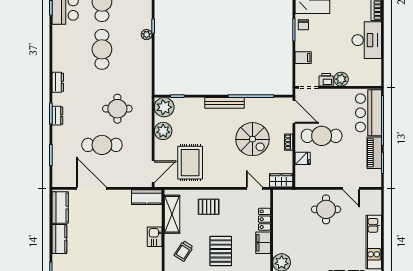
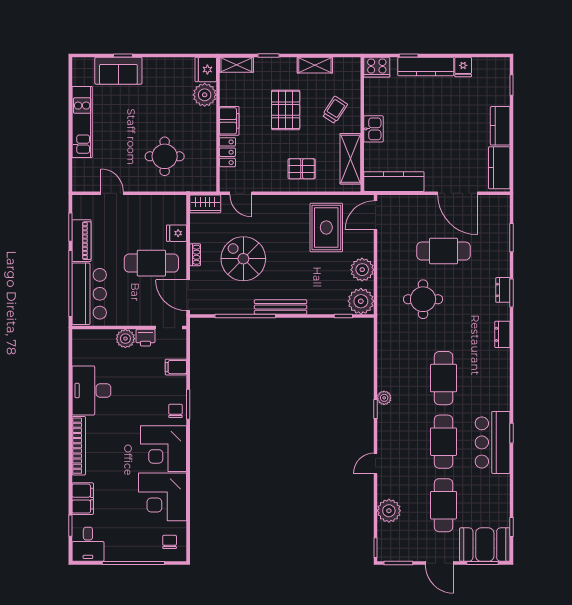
kitchen counter: (147, 197) -> (394, 182), width x1.50
round table: (326, 209) -> (165, 156), moved

